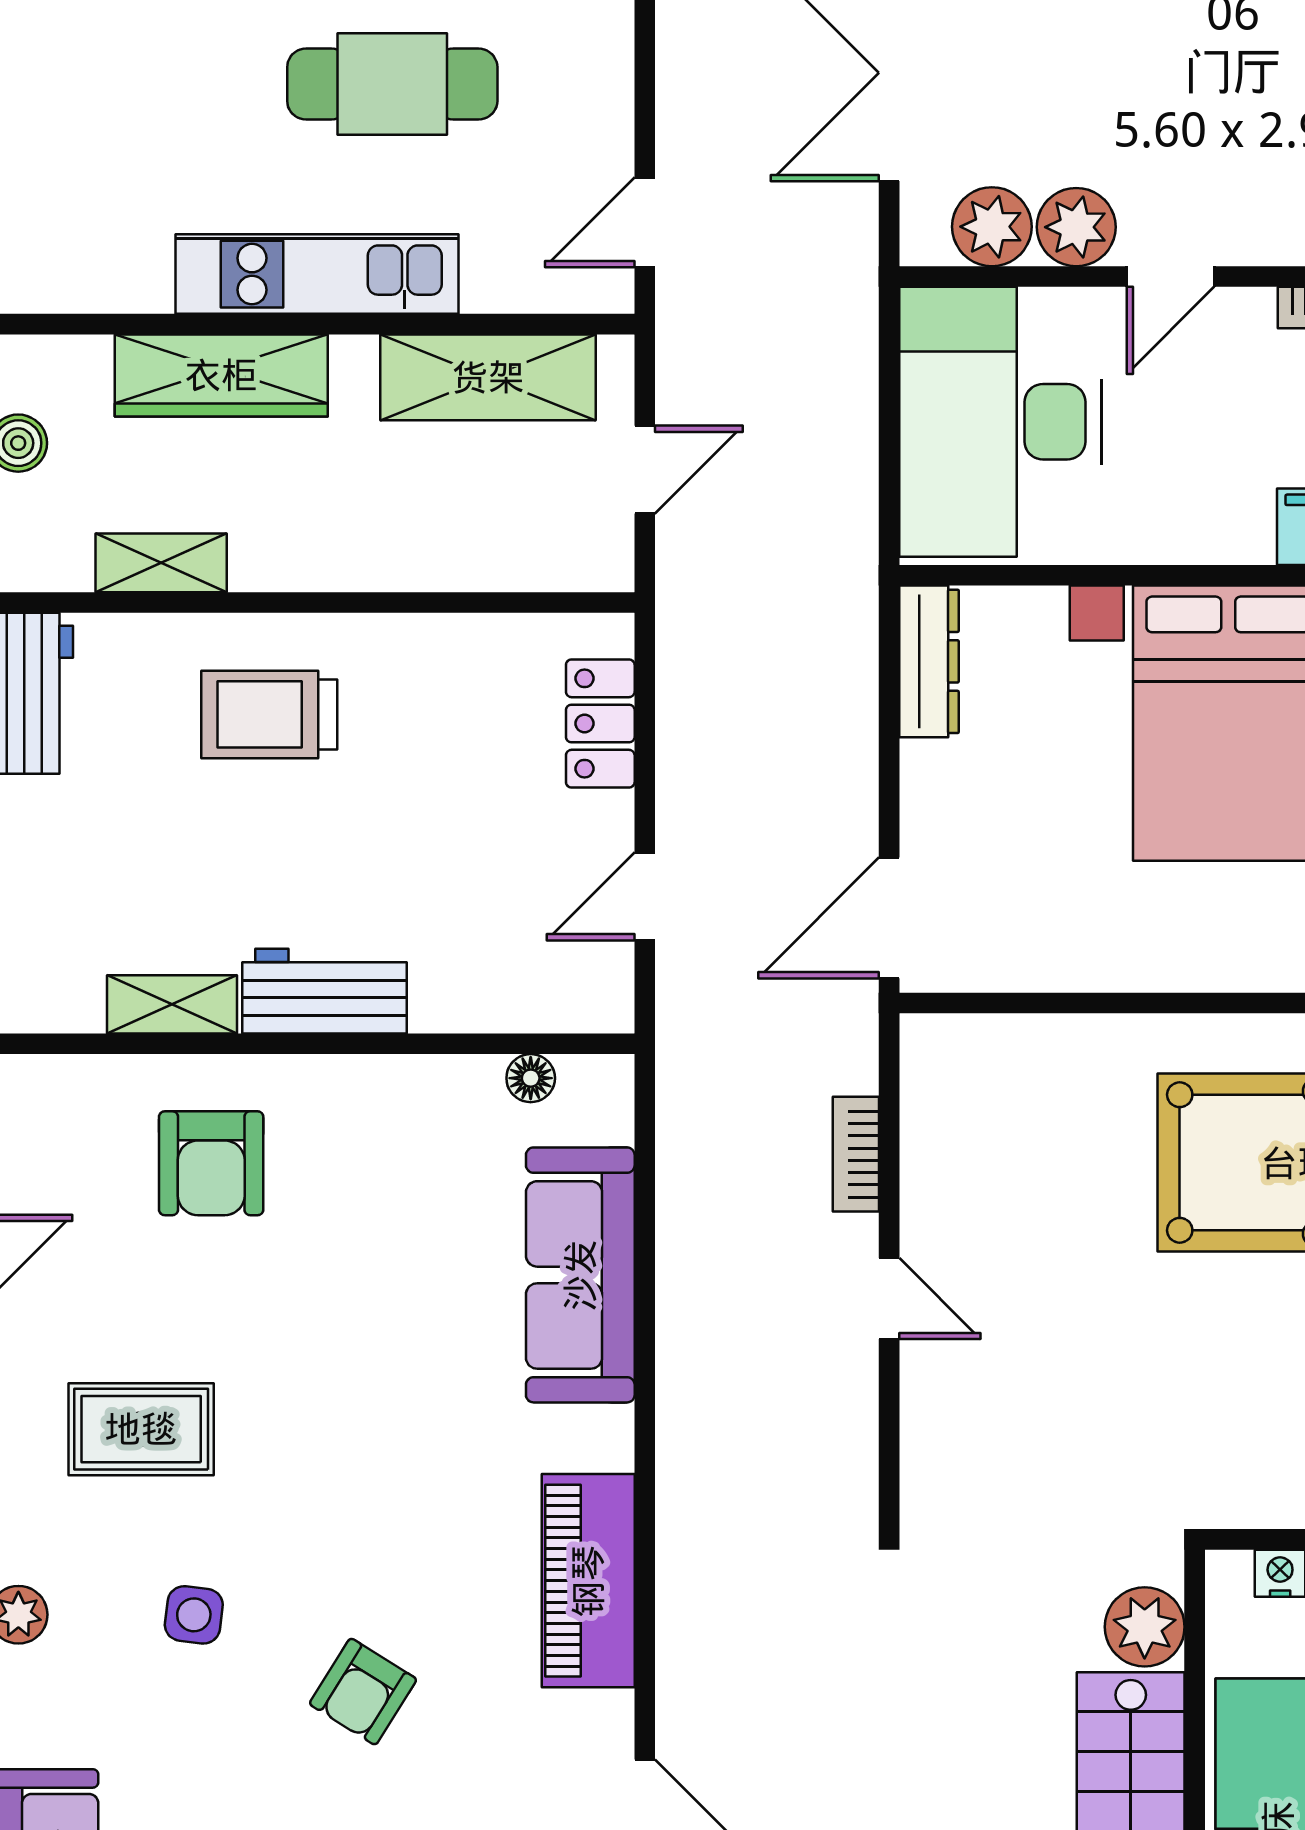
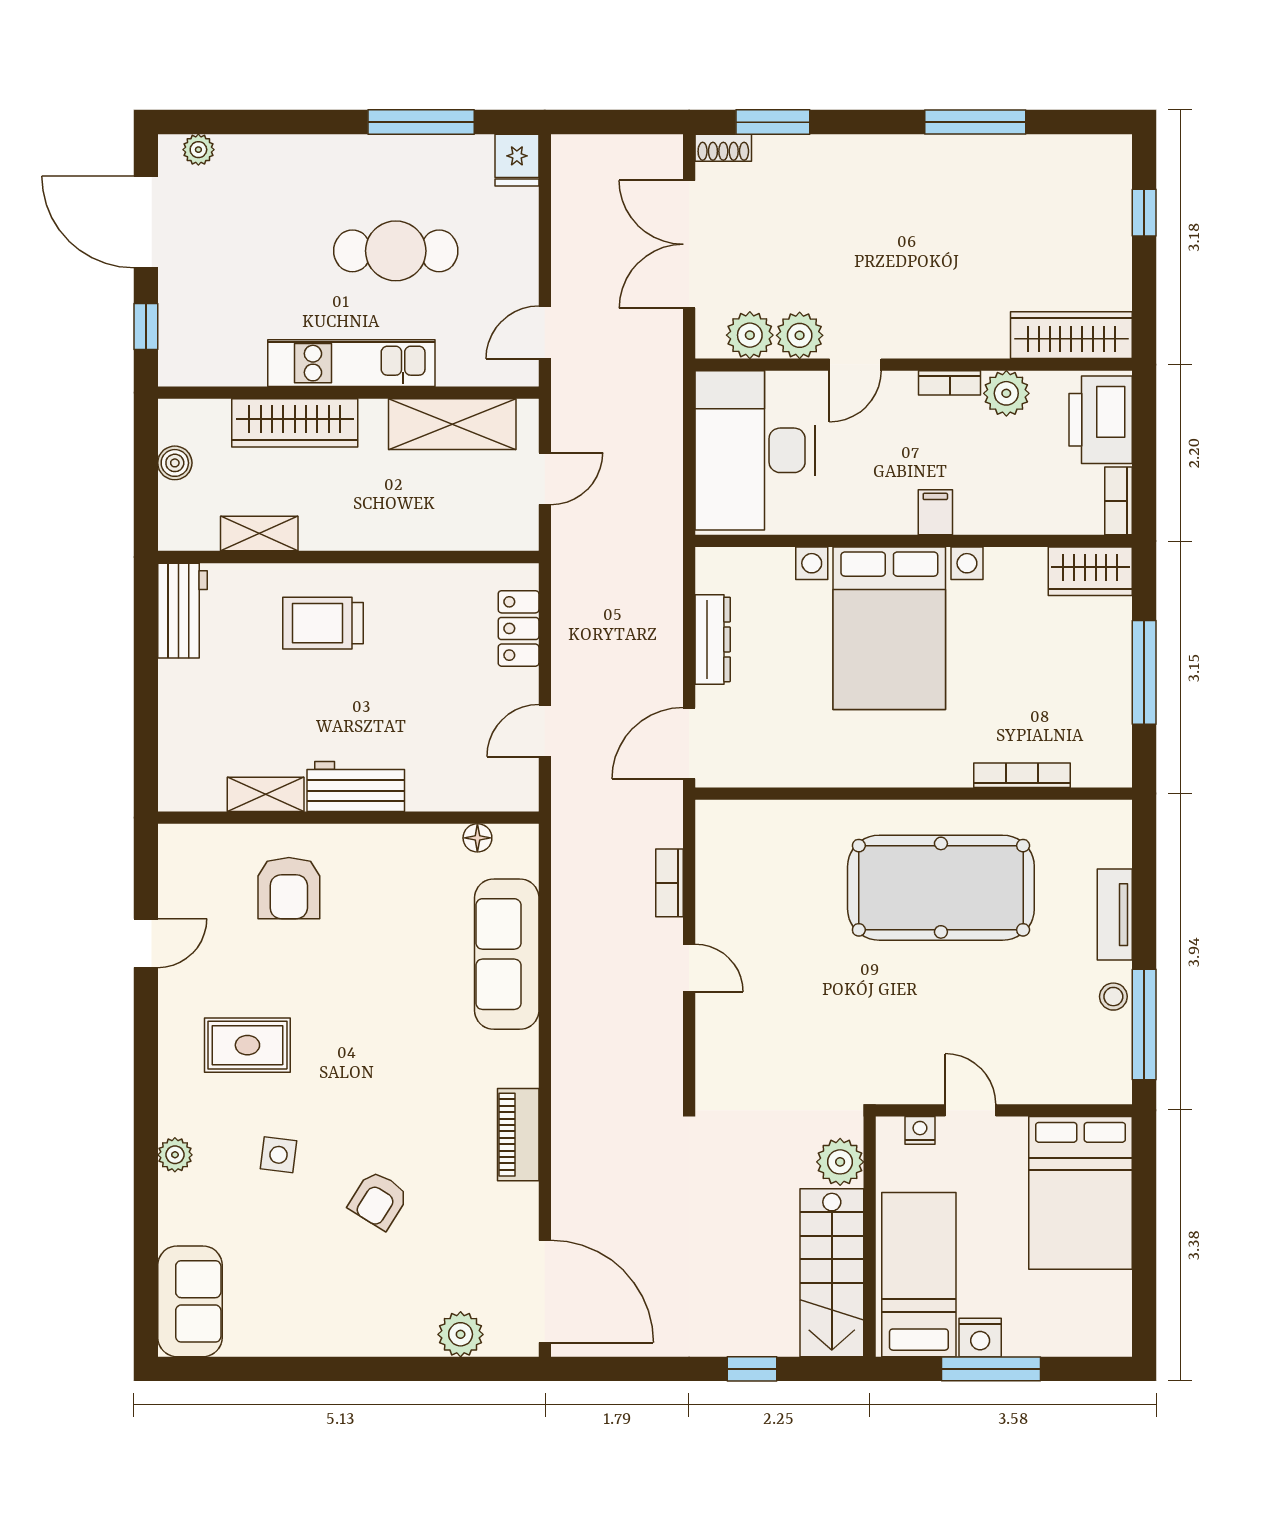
dresser: (929, 661) -> (713, 639), moved
piano: (588, 1581) -> (518, 1135), width x0.73, depth x0.75

